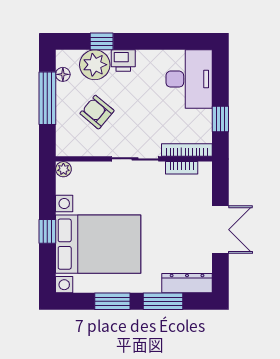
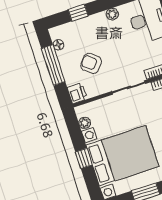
printer: (123, 61) -> (77, 93), moved, turned -90
plant: (95, 65) -> (112, 14), moved, width x0.53, depth x0.53
plant: (63, 169) -> (85, 123), moved

